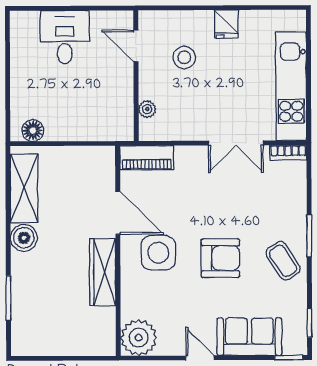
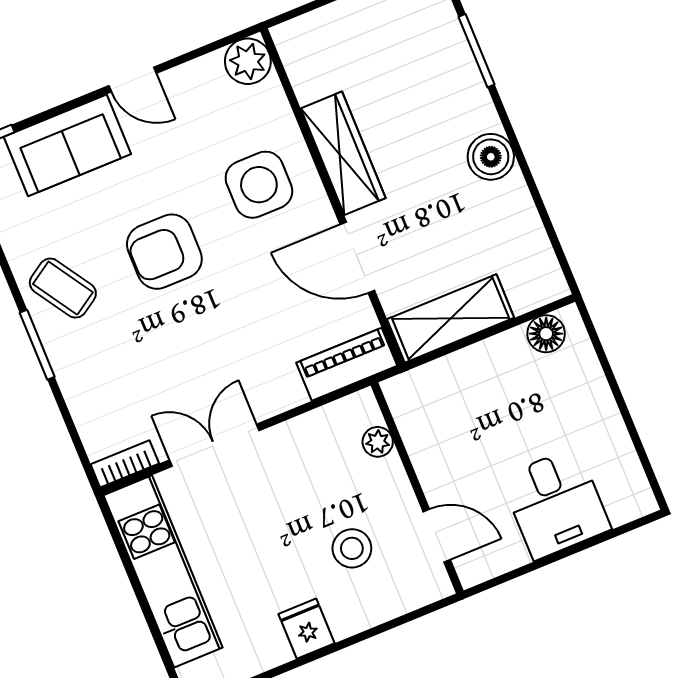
shelving: (24, 188) -> (451, 318), moved, turned 90
side table: (158, 253) -> (259, 185), moved
plant: (139, 338) -> (248, 61), width x0.73, depth x0.73

